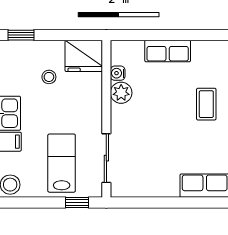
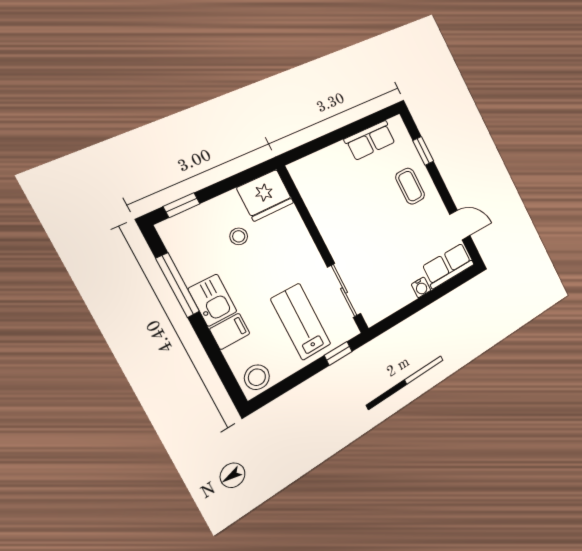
row of seats: (168, 51) -> (370, 140), moved
water cooler: (118, 73) -> (421, 287), moved, turned -90
plant: (121, 93) -> (324, 215), removed

